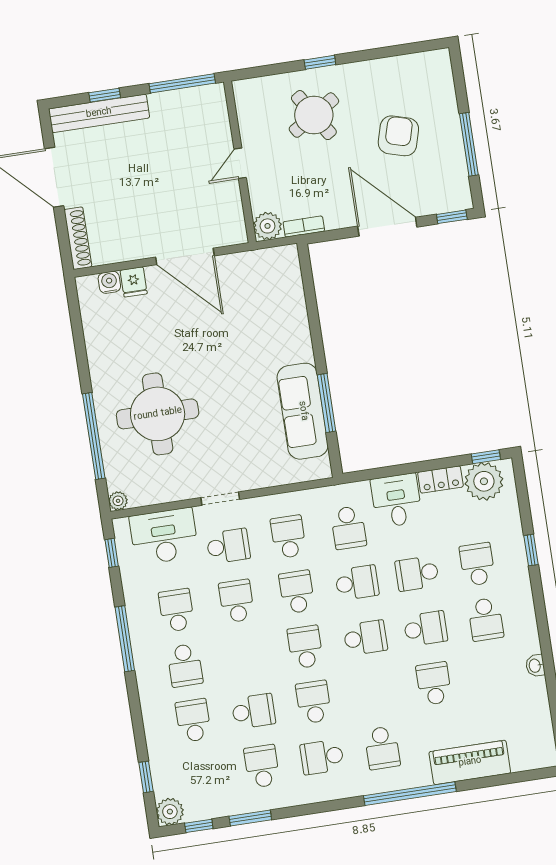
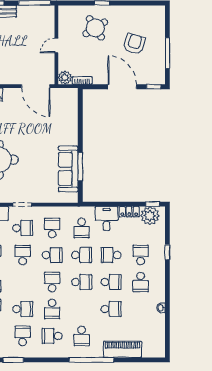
door: (185, 256) -> (36, 86), moved
school desk: (297, 592) -> (52, 255), turned 90
school desk: (434, 684) -> (111, 309), turned 90
school desk: (314, 702) -> (52, 309), turned 180

